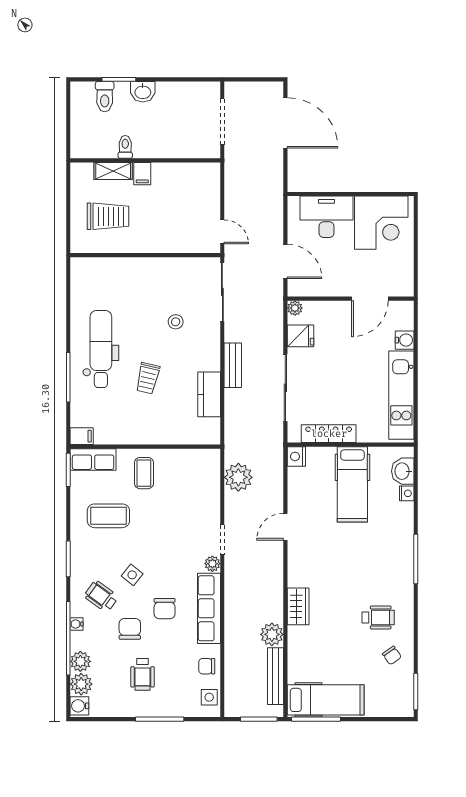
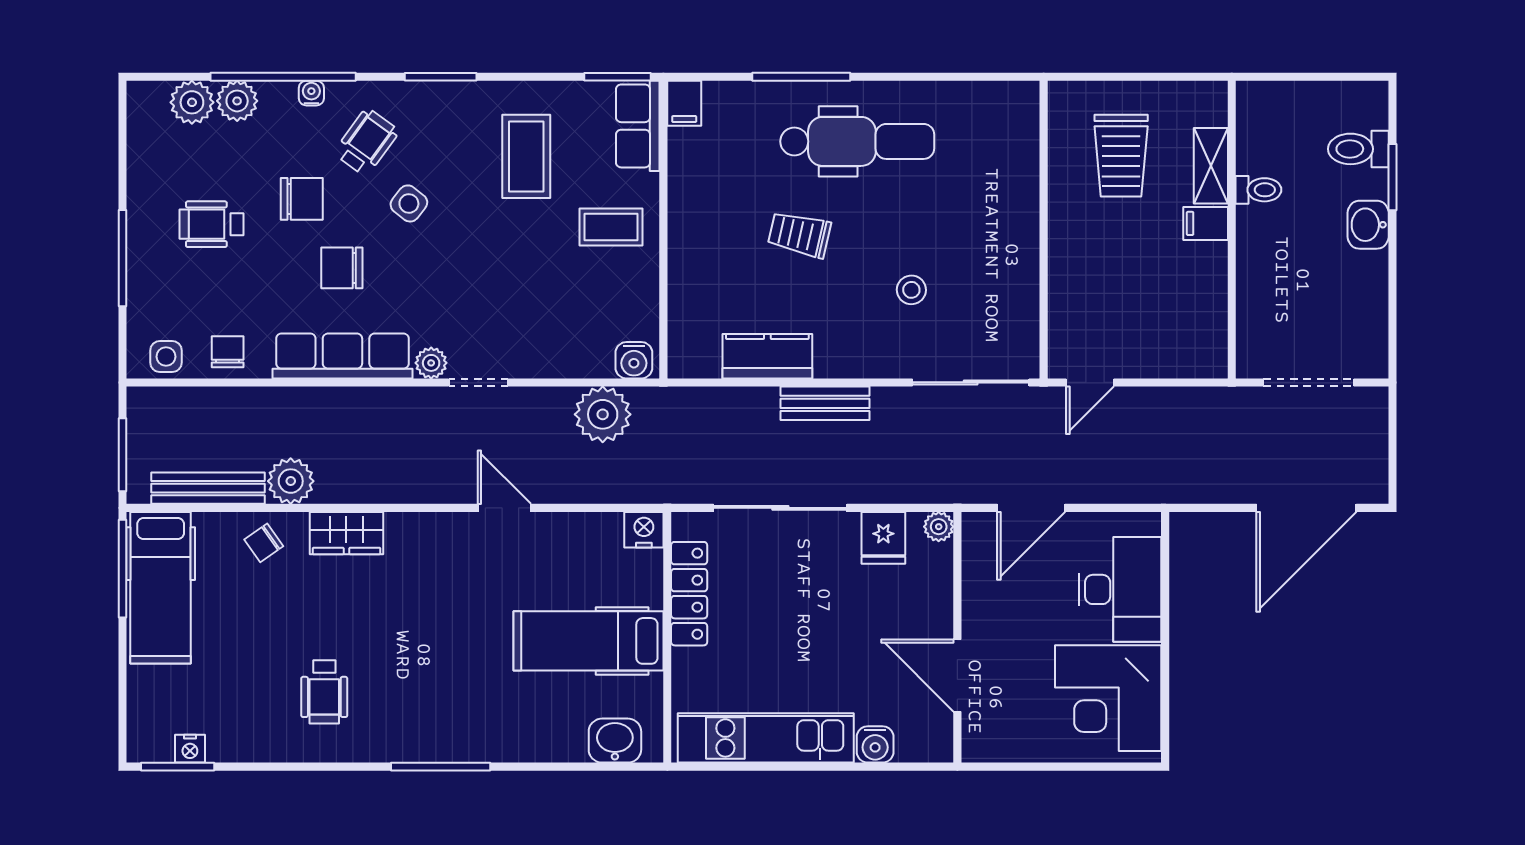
nightstand: (407, 493) -> (190, 749), moved
chair: (392, 655) -> (264, 543), moved
water cooler: (79, 706) -> (634, 360), moved, turned 180

